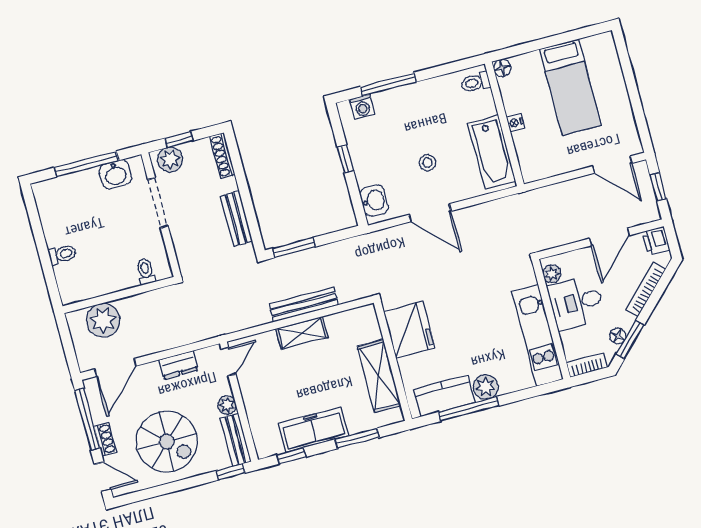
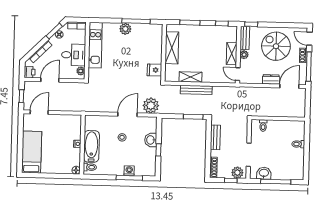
bed: (570, 87) -> (32, 152), moved
washing machine: (362, 107) -> (129, 171), moved
bathtub: (492, 152) -> (91, 146), moved
door: (612, 165) -> (39, 112), hinge flipped
washbasin: (374, 201) -> (151, 140), moved
door: (430, 213) -> (128, 114), hinge flipped
plant: (103, 320) -> (151, 106), moved
fridge: (409, 330) -> (154, 70), width x0.53, depth x0.75
shelving: (302, 333) -> (191, 77), moved
door: (228, 362) -> (238, 74), hinge flipped
dresser: (178, 365) -> (271, 79), moved
kitchen counter: (444, 396) -> (145, 30), removed
shelving: (253, 400) -> (232, 54), added
freezer: (314, 430) -> (208, 32), removed

